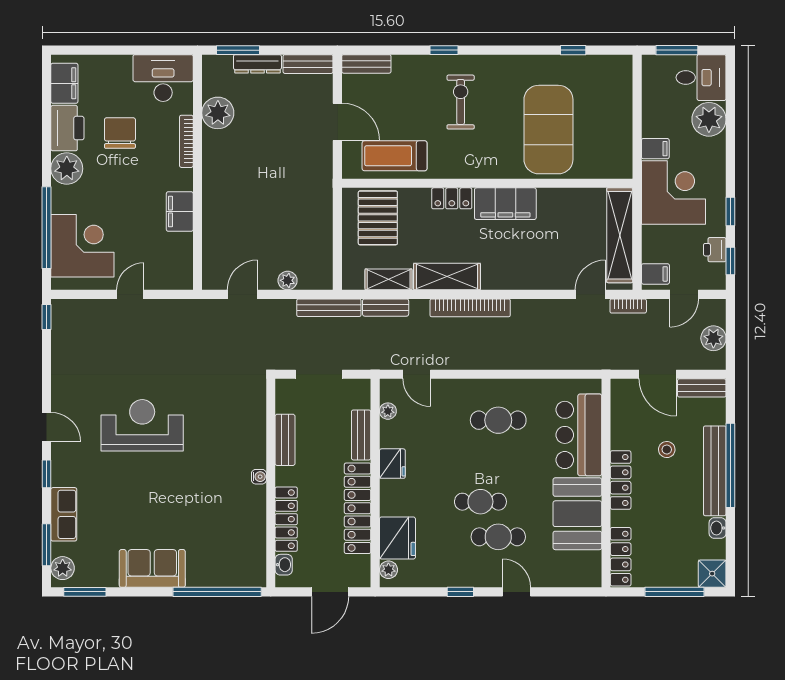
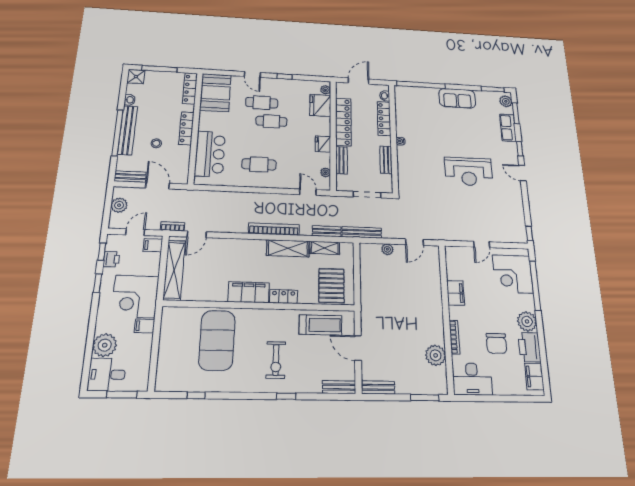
dresser: (257, 64) -> (411, 388), removed
booth: (577, 514) -> (215, 93), moved

